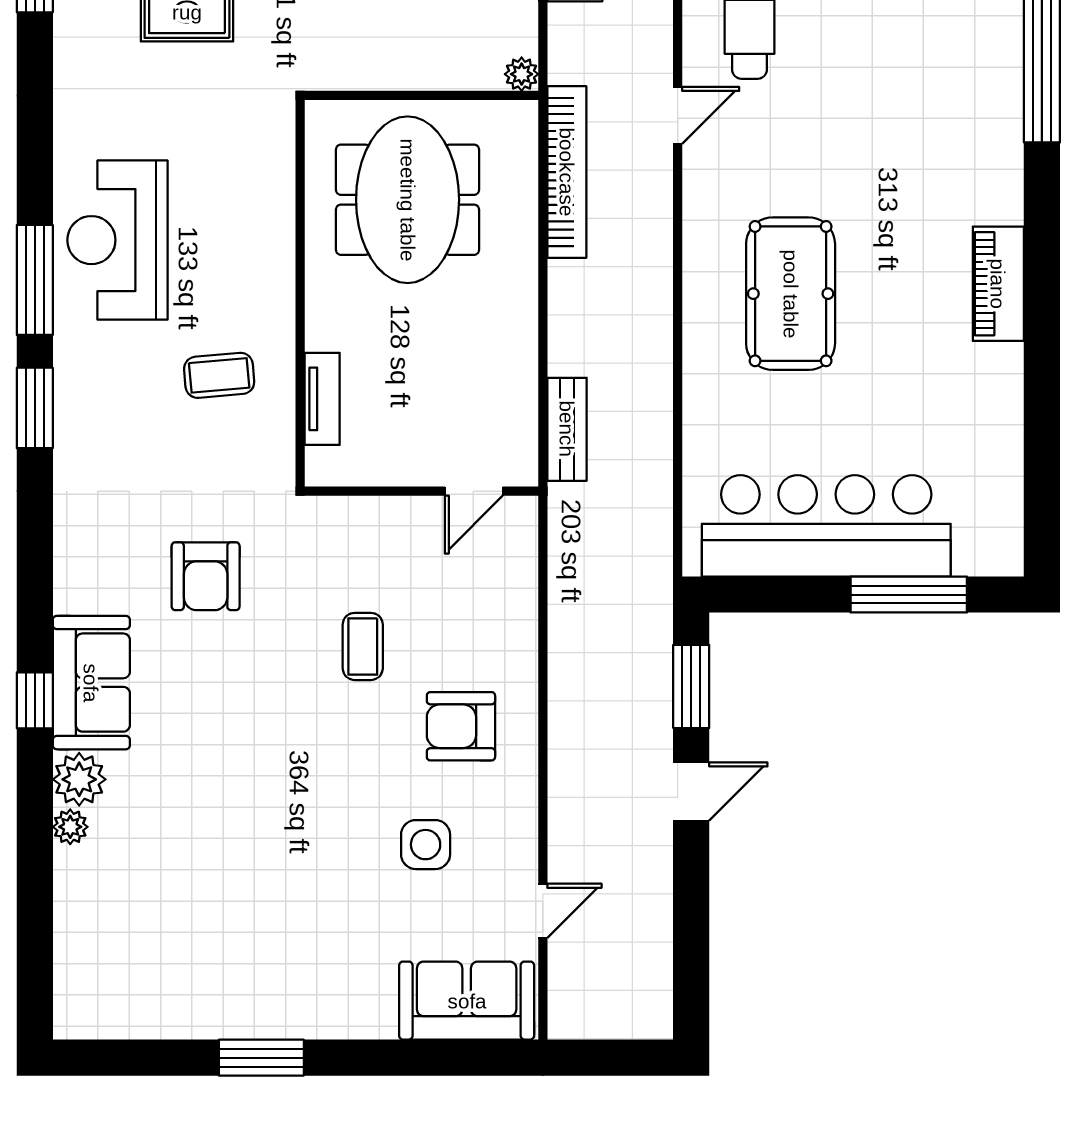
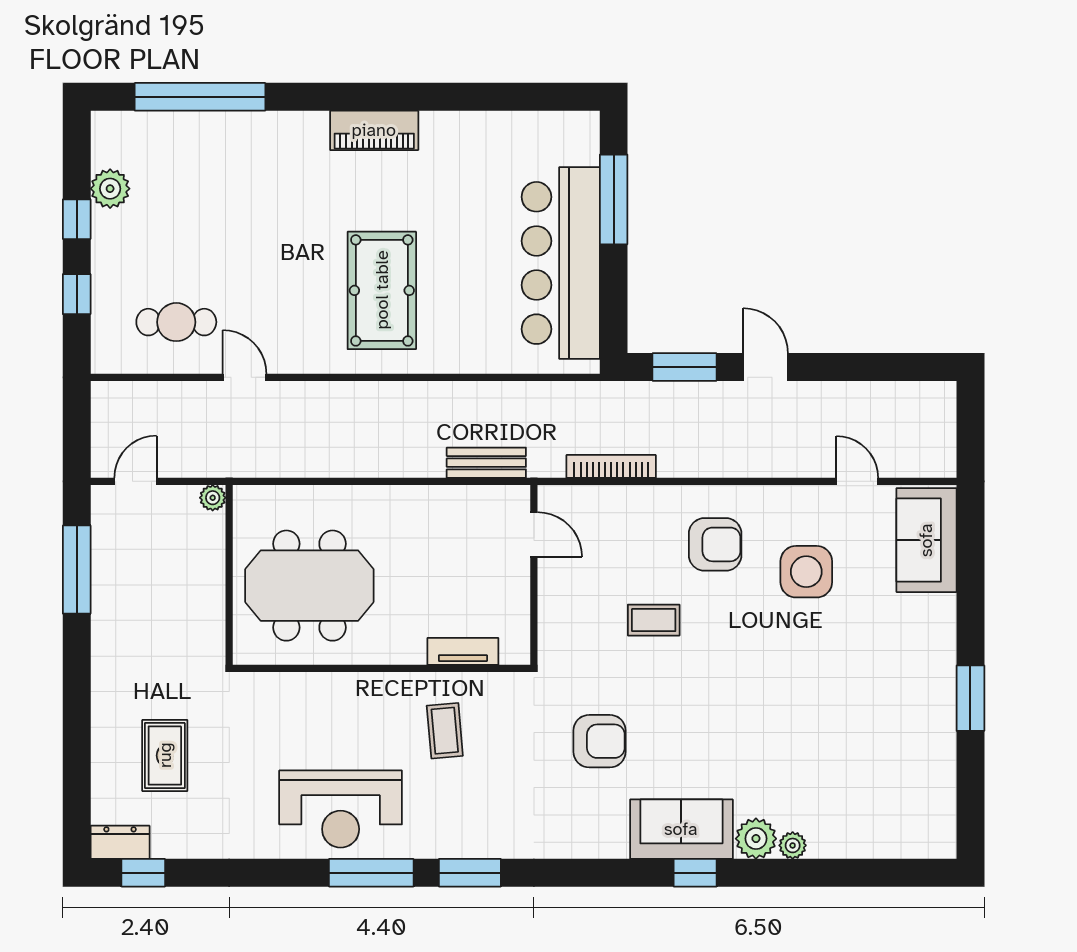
bookcase: (567, 172) -> (611, 466), moved, width x0.68, depth x0.76
pool table: (791, 294) -> (382, 290), turned 90
armchair: (461, 726) -> (715, 544), turned -90
side table: (426, 845) -> (806, 572), width x1.37, depth x1.37

